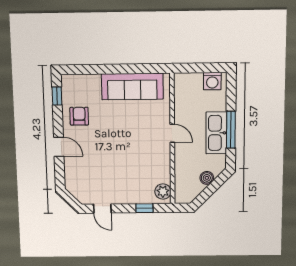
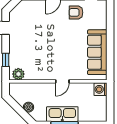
washing machine: (212, 81) -> (100, 89), moved
armchair: (79, 116) -> (76, 12), turned 180

